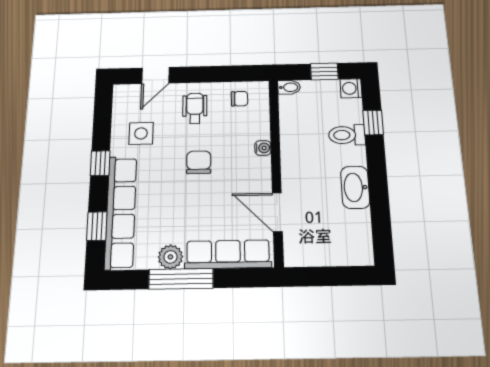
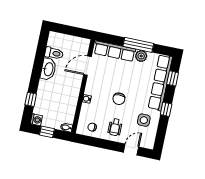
toilet: (347, 135) -> (54, 53), moved
door: (277, 212) -> (87, 66), swing flipped

